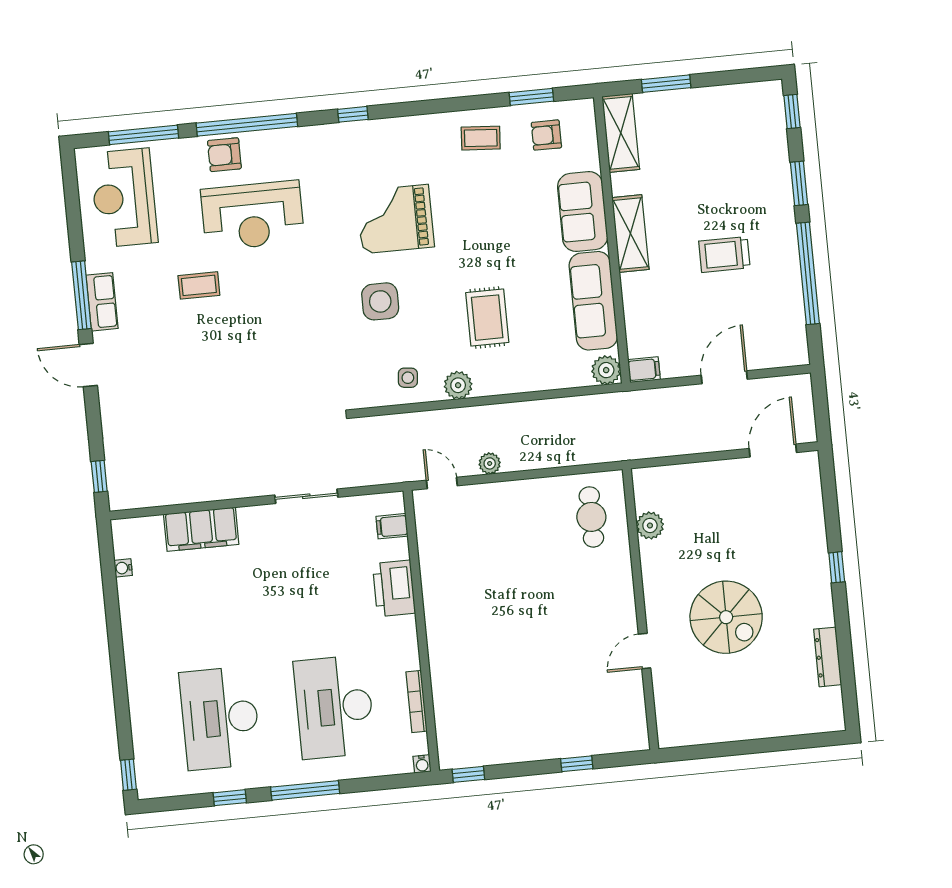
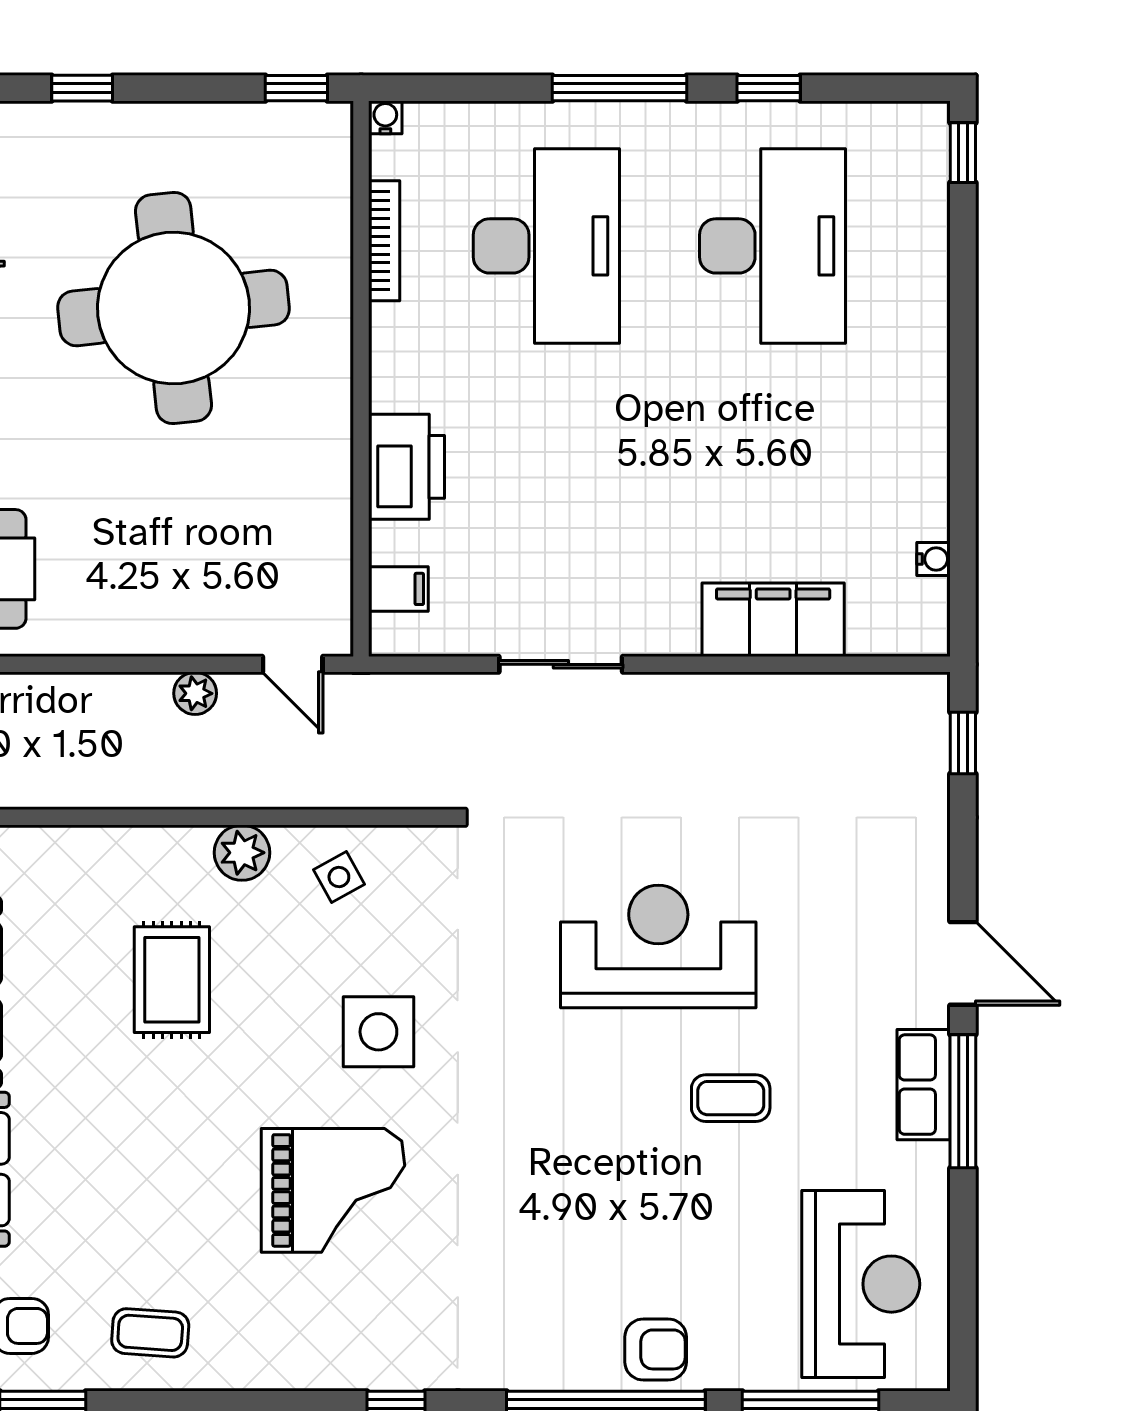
reception desk: (253, 216) -> (658, 946), moved
side table: (408, 378) -> (339, 877), turned -35
round table: (520, 657) -> (173, 308), added

